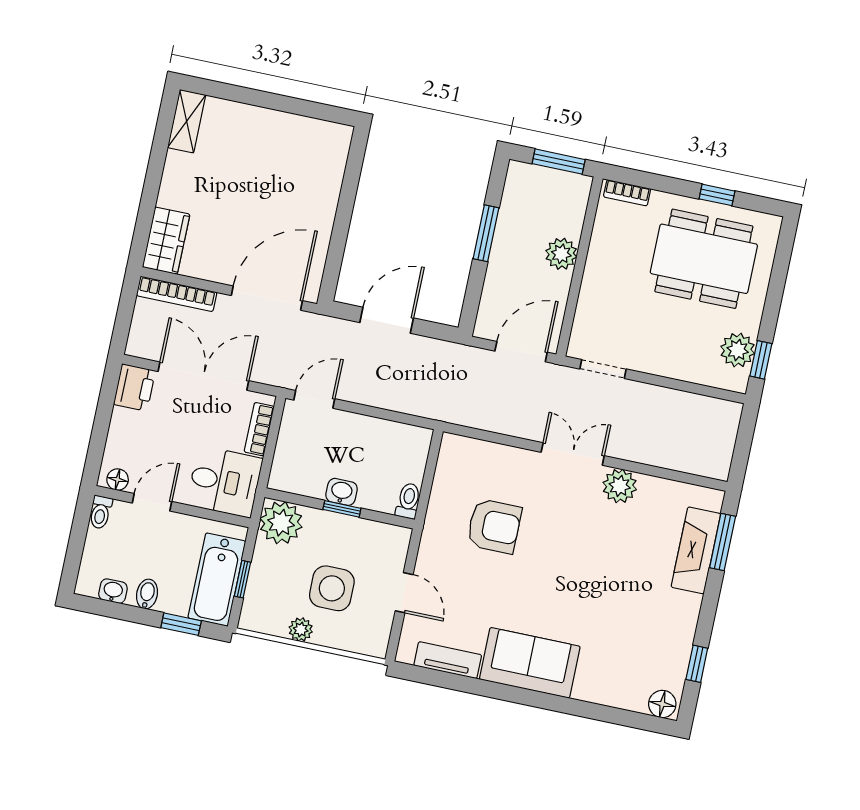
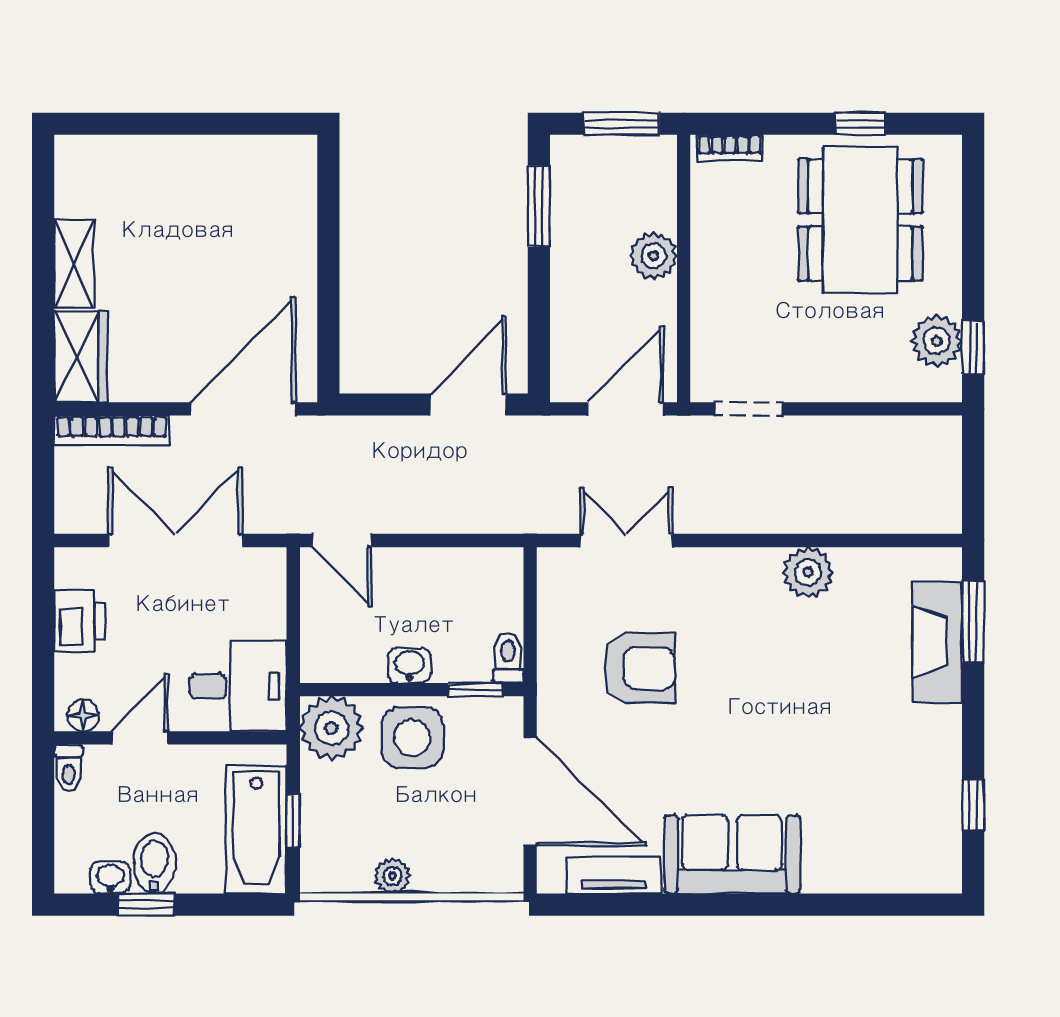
shelving: (187, 121) -> (74, 264), moved
window: (486, 233) -> (539, 206), moved
dining table: (704, 259) -> (860, 220), turned 90
door: (387, 320) -> (468, 404), moved
printer: (135, 387) -> (80, 621), moved
door: (314, 399) -> (342, 540), swing flipped
bookcase: (259, 429) -> (272, 600), removed
double door: (573, 454) -> (626, 540), moved
window: (342, 509) -> (476, 690), moved
side table: (332, 588) -> (412, 738), moved
door: (404, 593) -> (530, 791), width x1.88
bidet: (147, 594) -> (154, 863), width x1.38, depth x1.36
window: (181, 624) -> (146, 905), moved
floor lamp: (662, 704) -> (936, 873), removed

